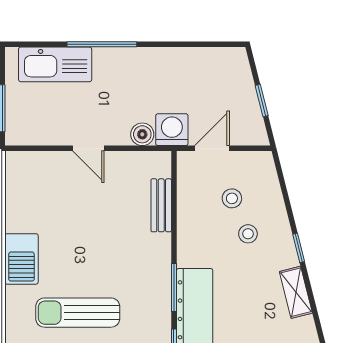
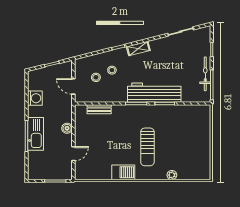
kitchen sink: (55, 64) -> (35, 134), moved
washing machine: (172, 130) -> (35, 98), moved, turned 180
boiler: (142, 134) -> (67, 128), moved
door: (88, 148) -> (73, 154), moved

